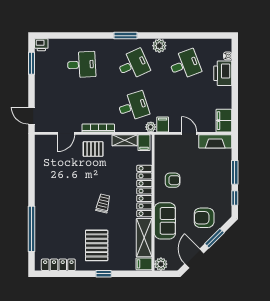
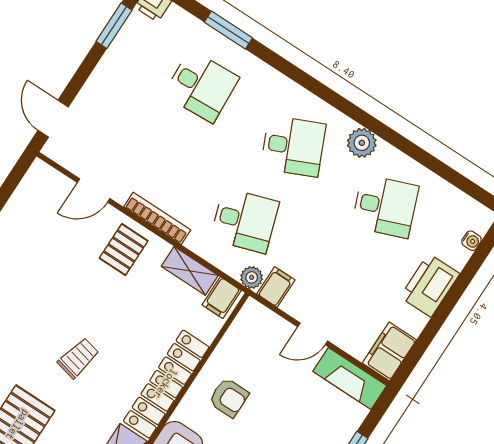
window: (125, 36) -> (228, 30), moved
printer: (223, 73) -> (430, 285), moved
door: (189, 133) -> (313, 334), swing flipped
pallet: (93, 149) -> (124, 250), turned 90

